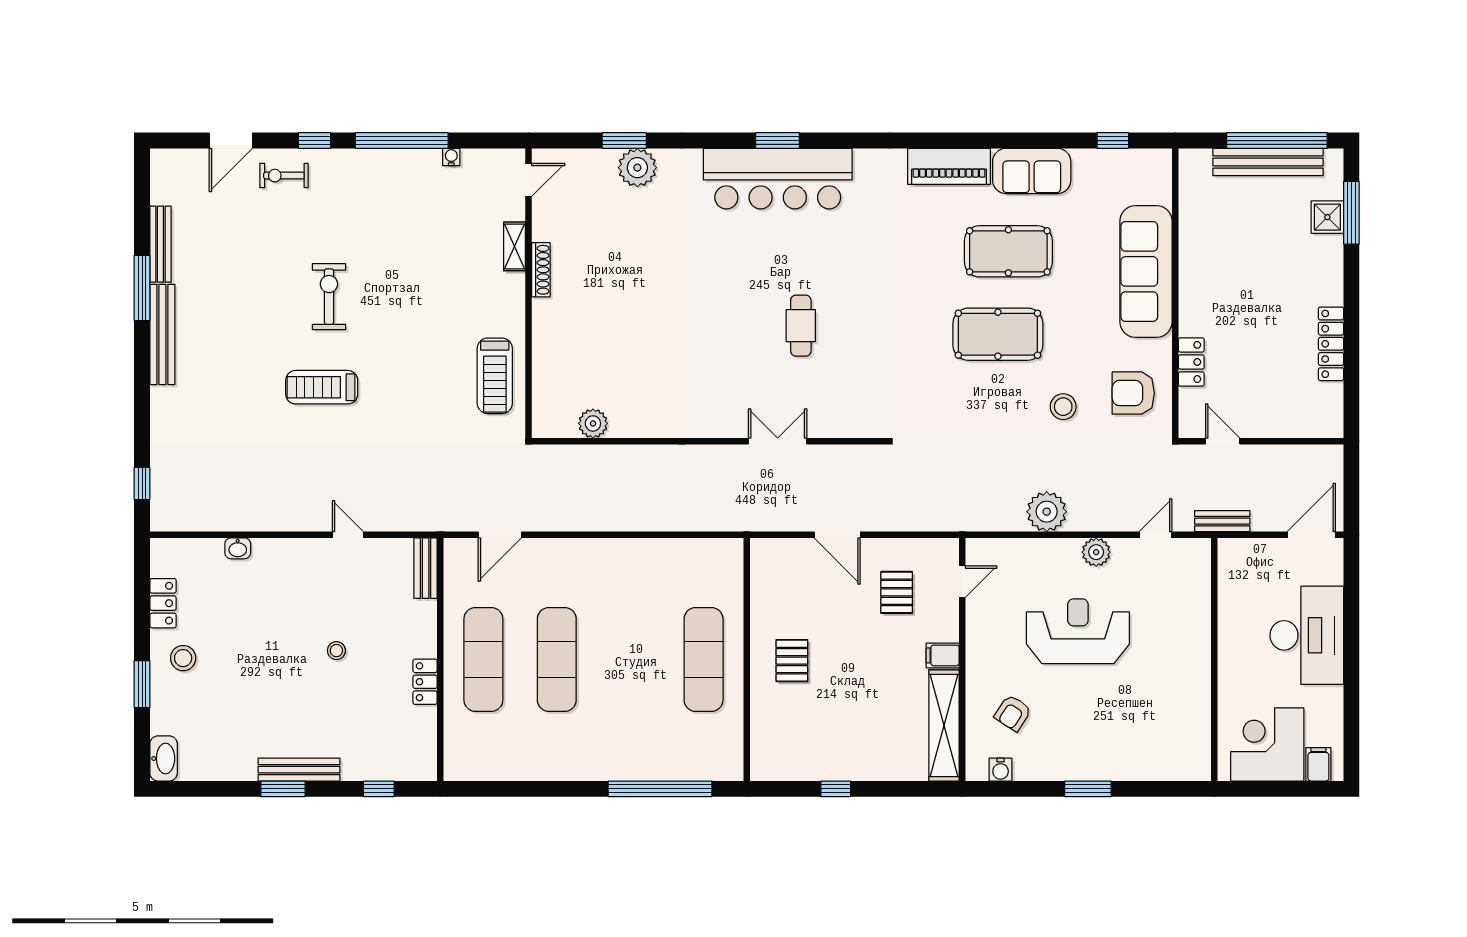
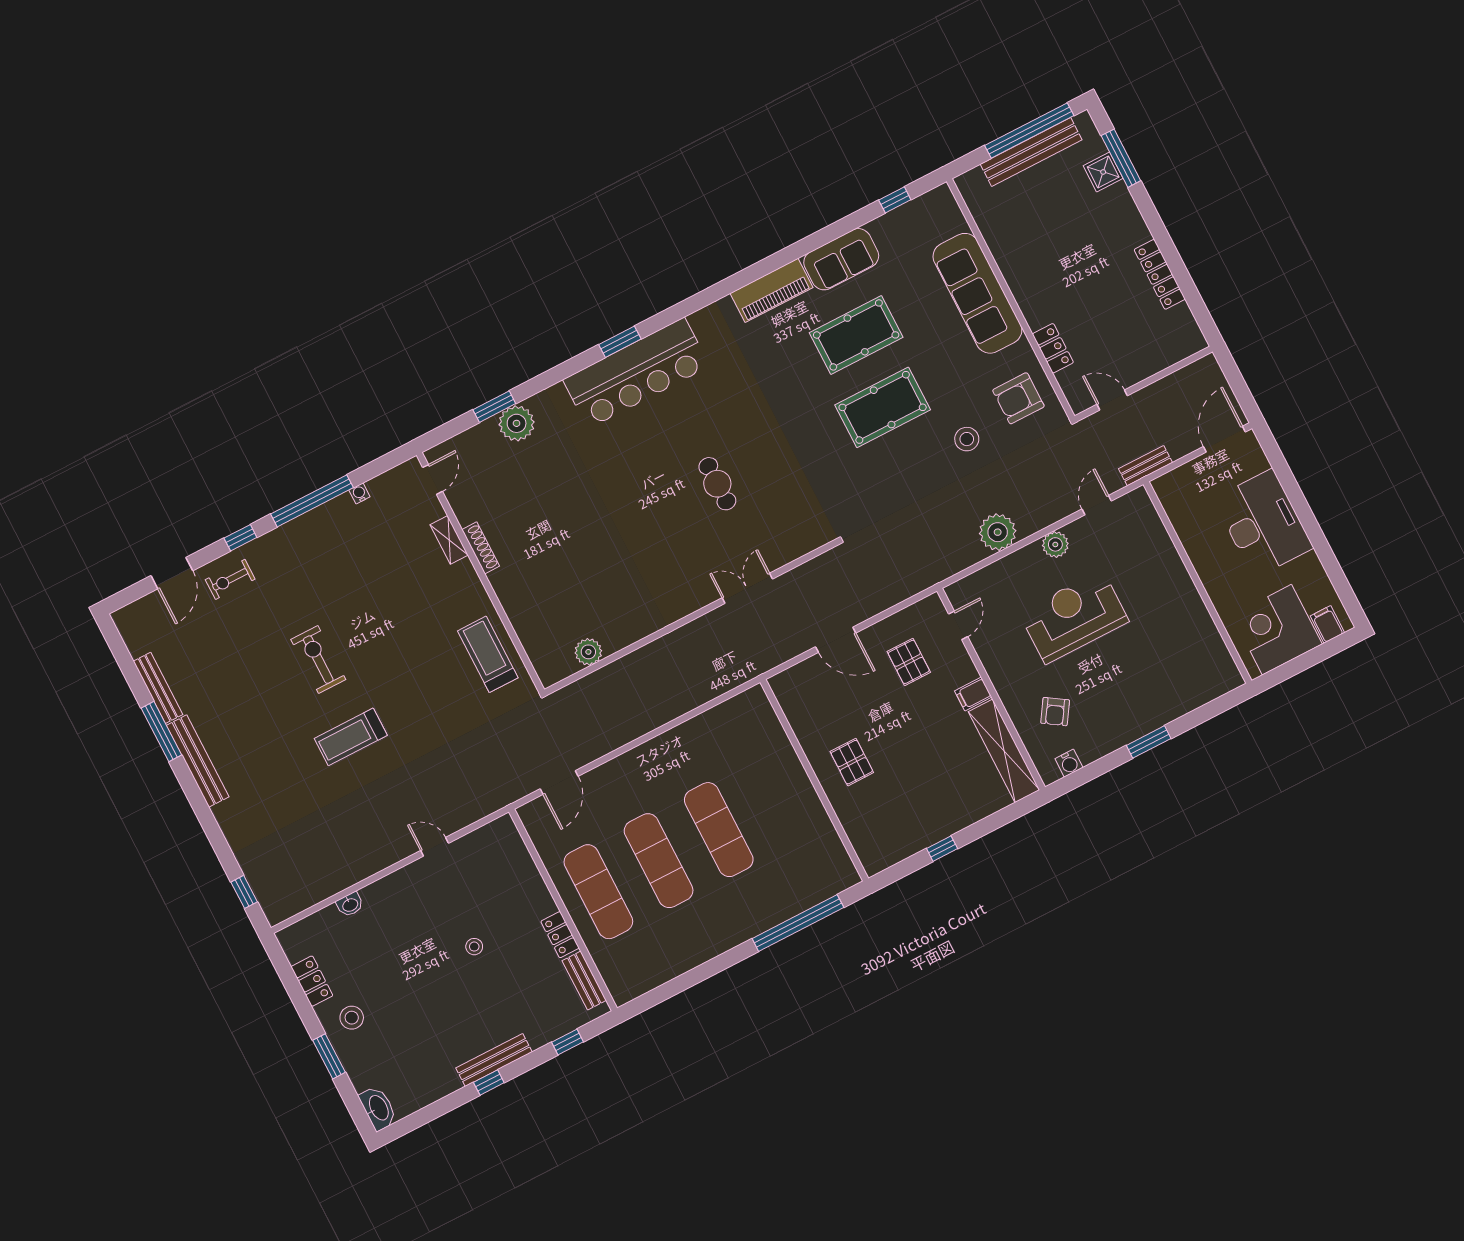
treadmill: (495, 376) -> (488, 654), turned 180
bench: (426, 568) -> (584, 981), moved
exercise mat: (704, 659) -> (719, 830), moved
window: (283, 789) -> (489, 1083), width x0.67

